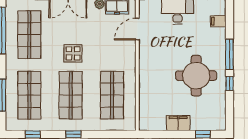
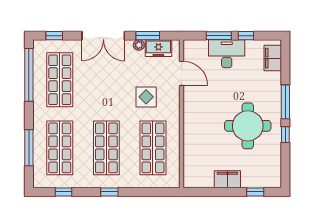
filing cabinet: (218, 21) -> (273, 58), width x2.00
door: (137, 29) -> (181, 73), swing flipped
display table: (73, 53) -> (146, 97), moved

